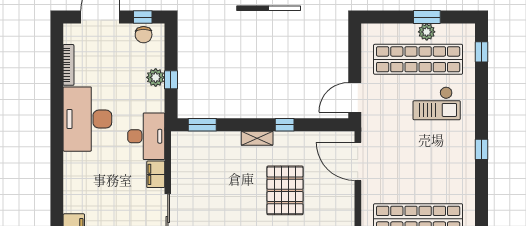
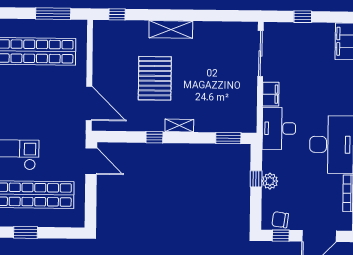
plant: (427, 32) -> (26, 219), removed
chair: (144, 35) -> (280, 220), turned -81
door: (355, 97) -> (91, 161), hinge flipped

